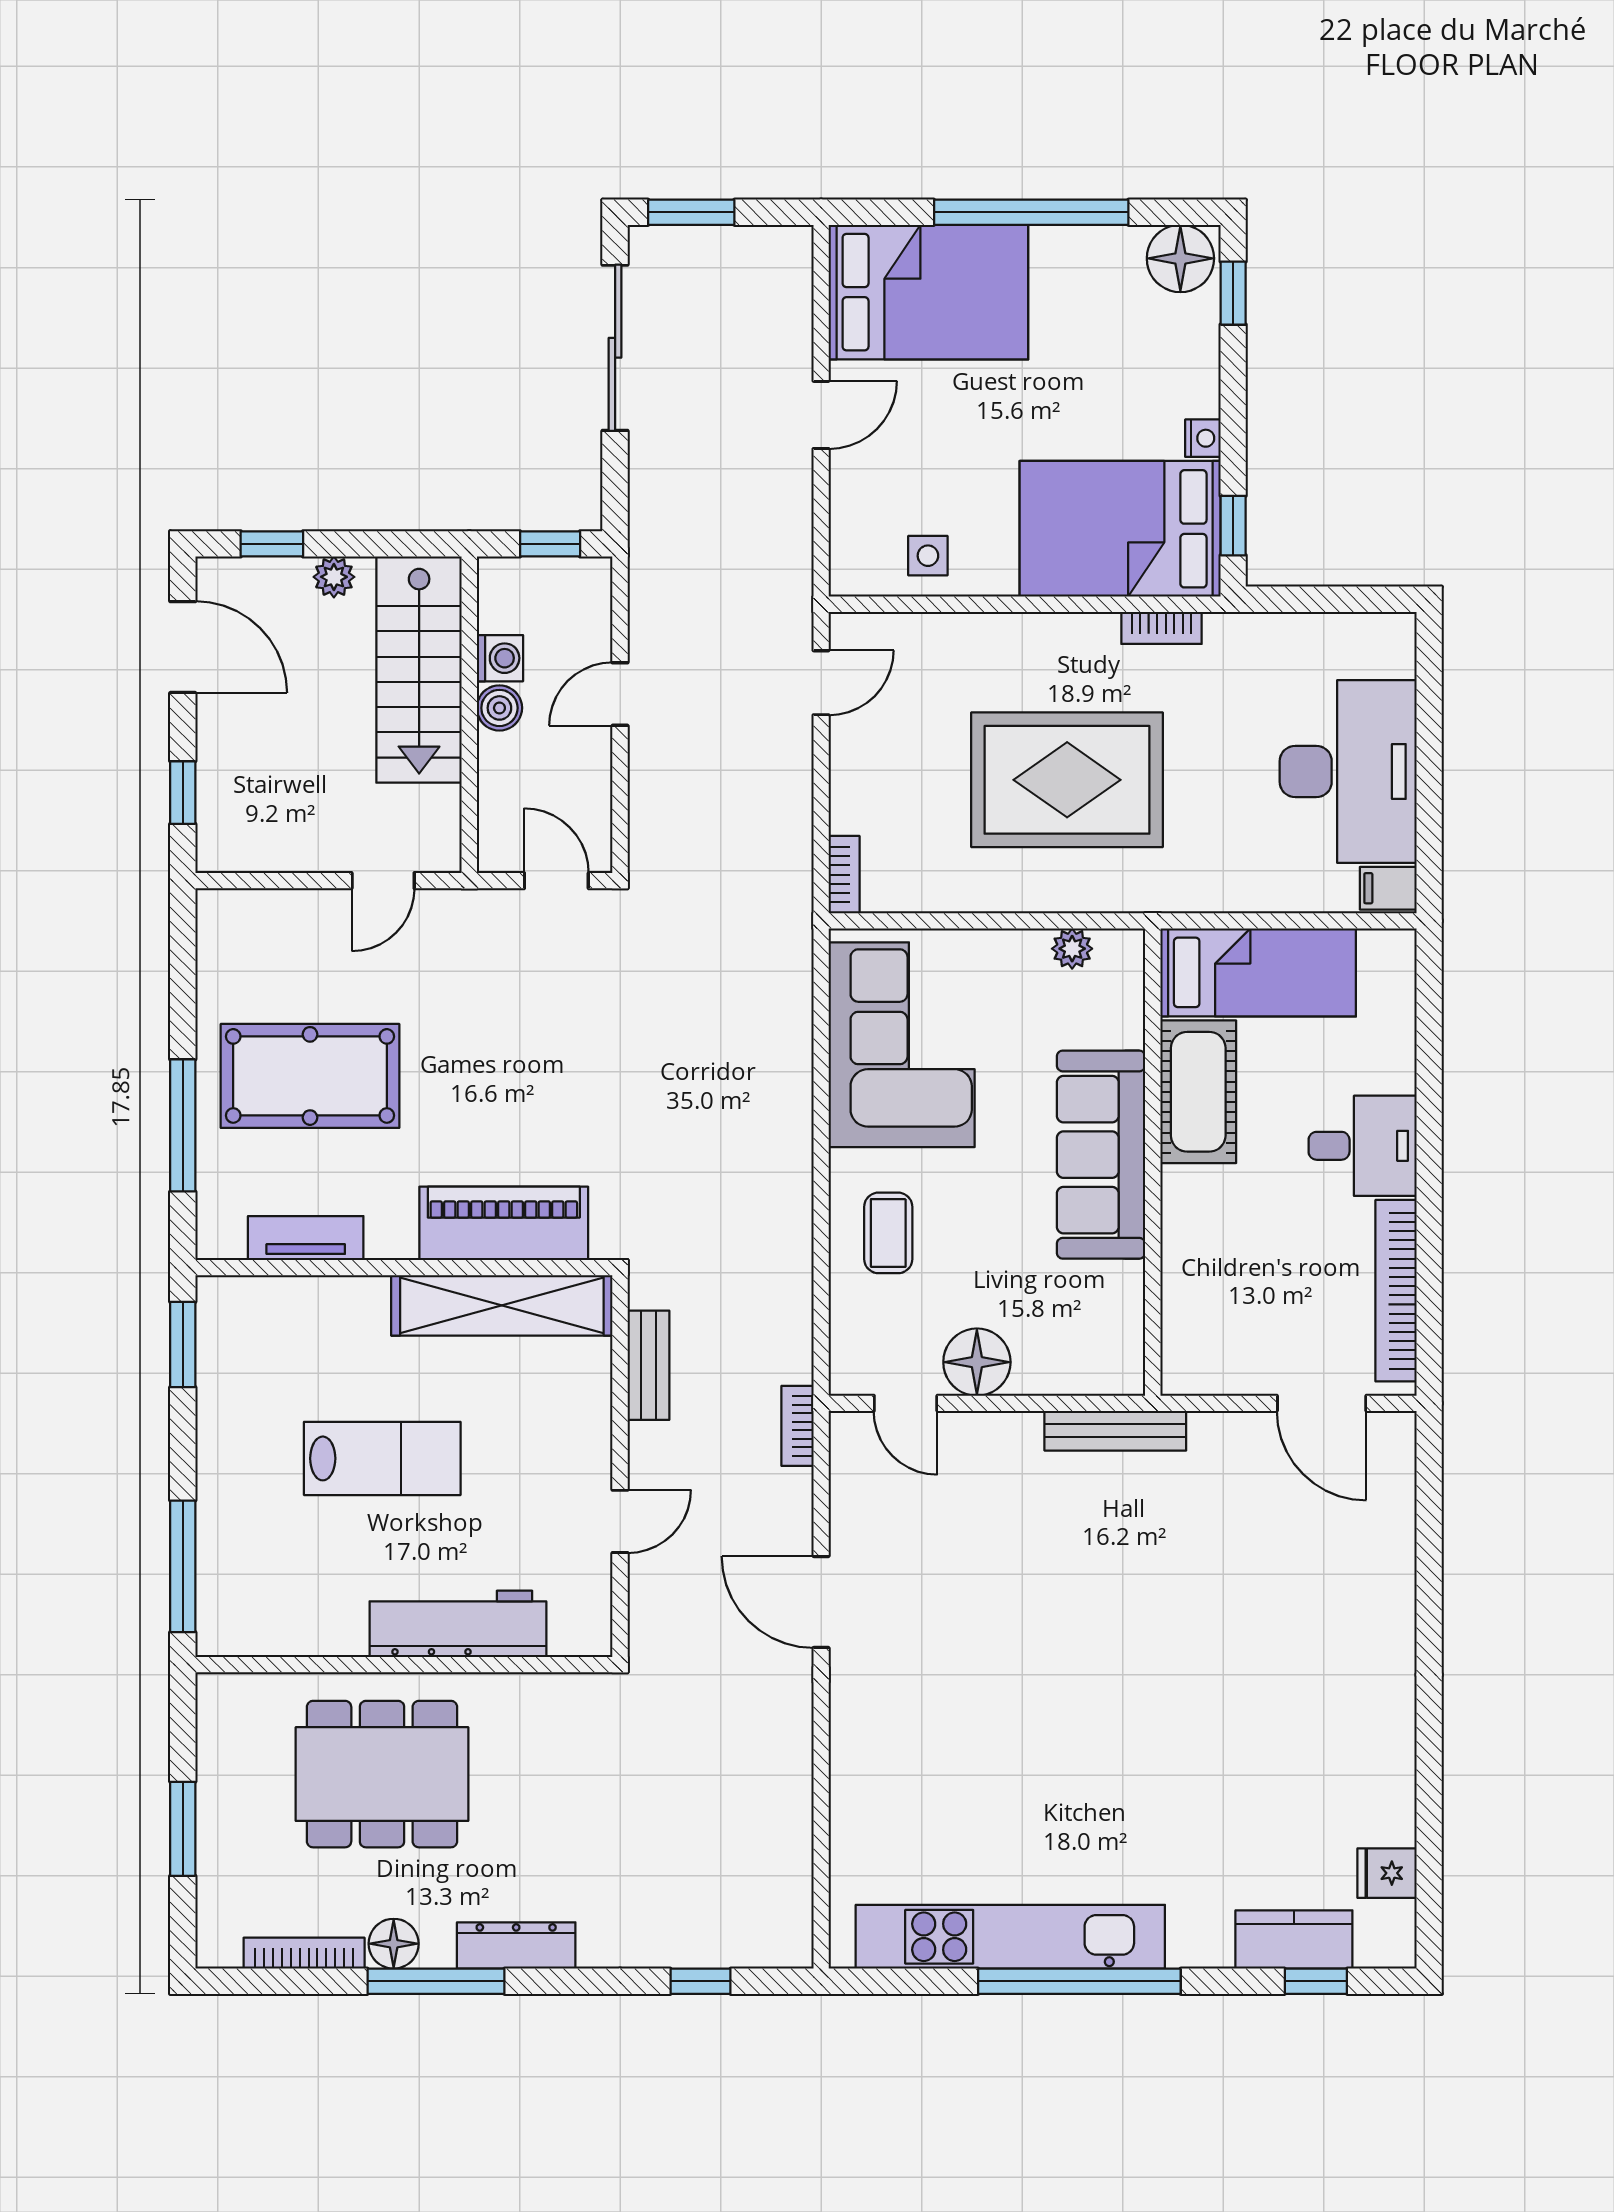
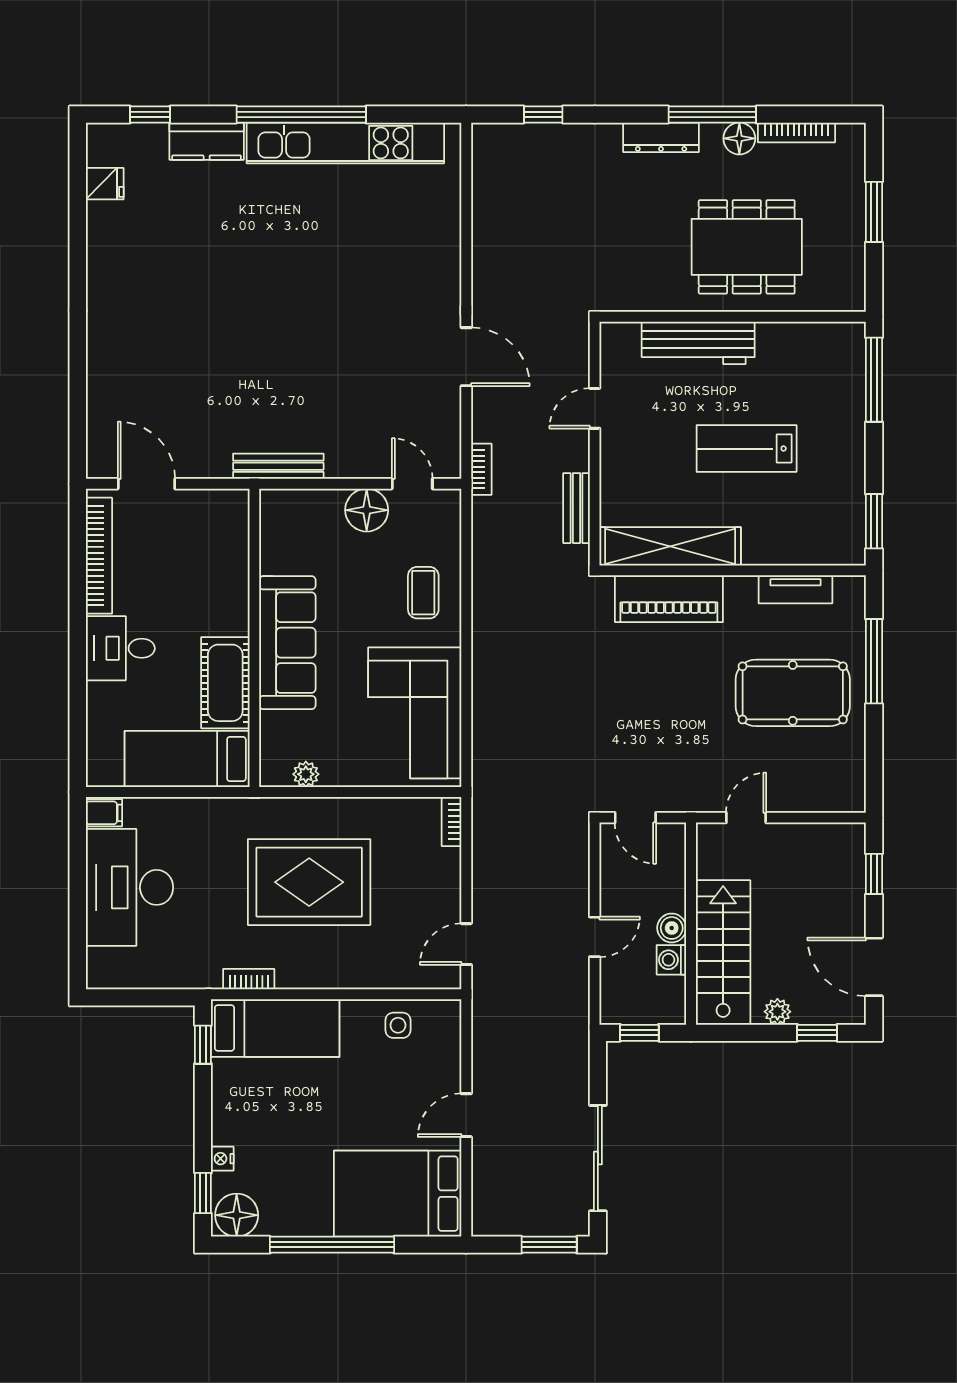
nightstand: (1203, 438) -> (222, 1159), moved
bed: (1120, 529) -> (275, 1028), width x0.67
kitchen counter: (1294, 1939) -> (207, 141), moved

